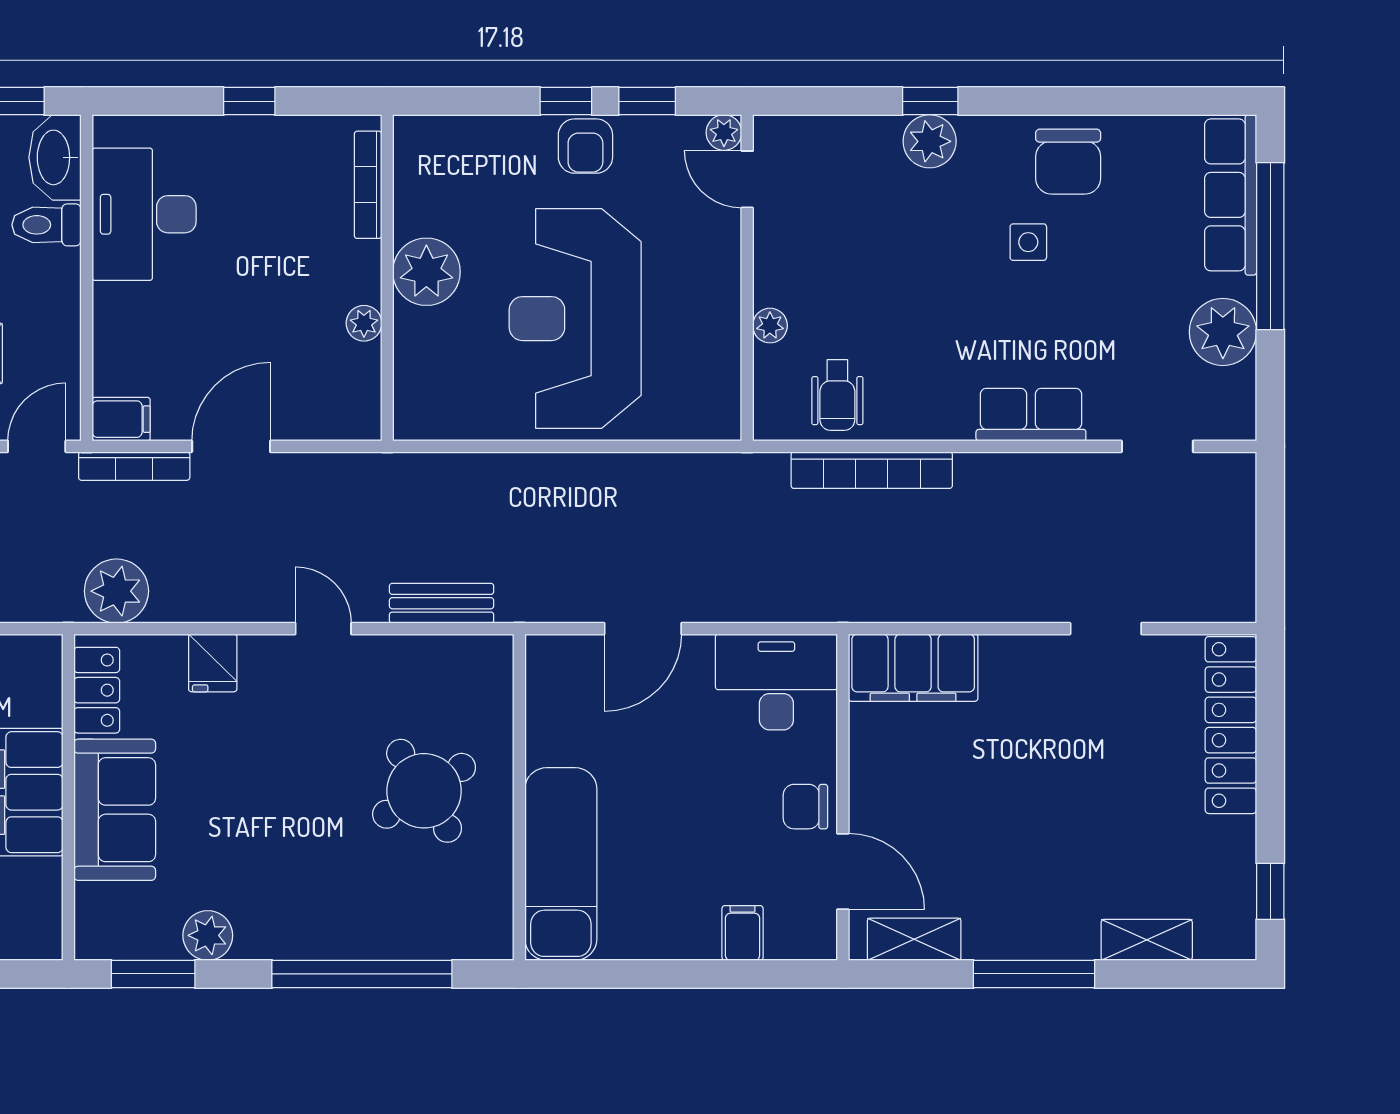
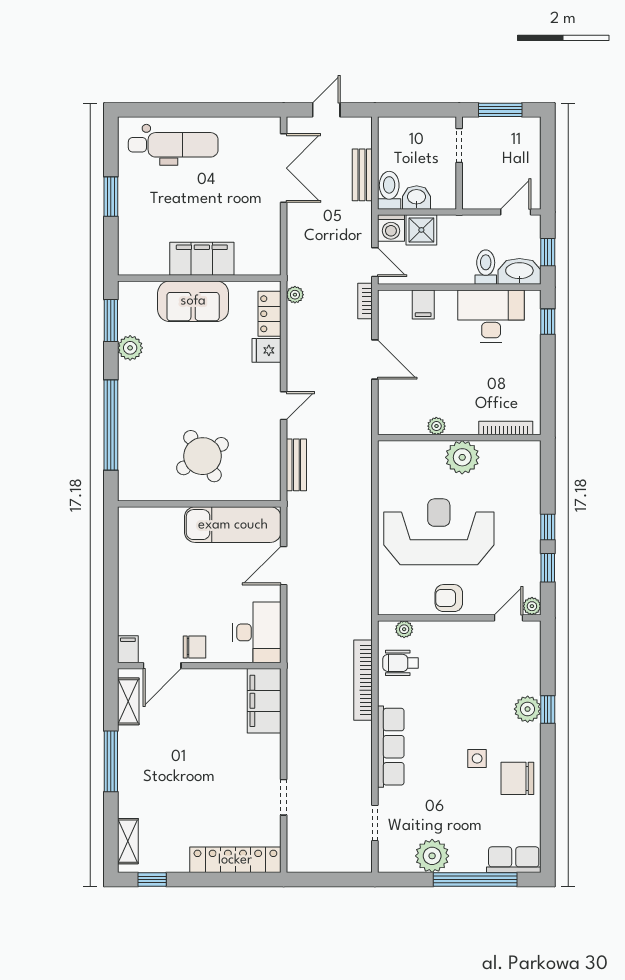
window: (249, 101) -> (548, 322), moved
armchair: (585, 146) -> (449, 598), moved
row of seats: (1231, 195) -> (514, 860), width x0.68
plant: (770, 326) -> (404, 629), moved
row of seats: (1031, 415) -> (391, 747), width x1.48
filing cabinet: (121, 419) -> (423, 305), moved
bookcase: (134, 466) -> (365, 301), width x0.64
plant: (116, 591) -> (295, 295), width x0.53, depth x0.53
door: (643, 629) -> (284, 566), hinge flipped
locker: (97, 690) -> (269, 314), moved, turned 90
chair: (805, 807) -> (195, 647), turned 90
exam couch: (561, 864) -> (233, 525), moved
filing cabinet: (743, 933) -> (128, 649), moved, turned -90
shelving: (1147, 940) -> (128, 841), moved

